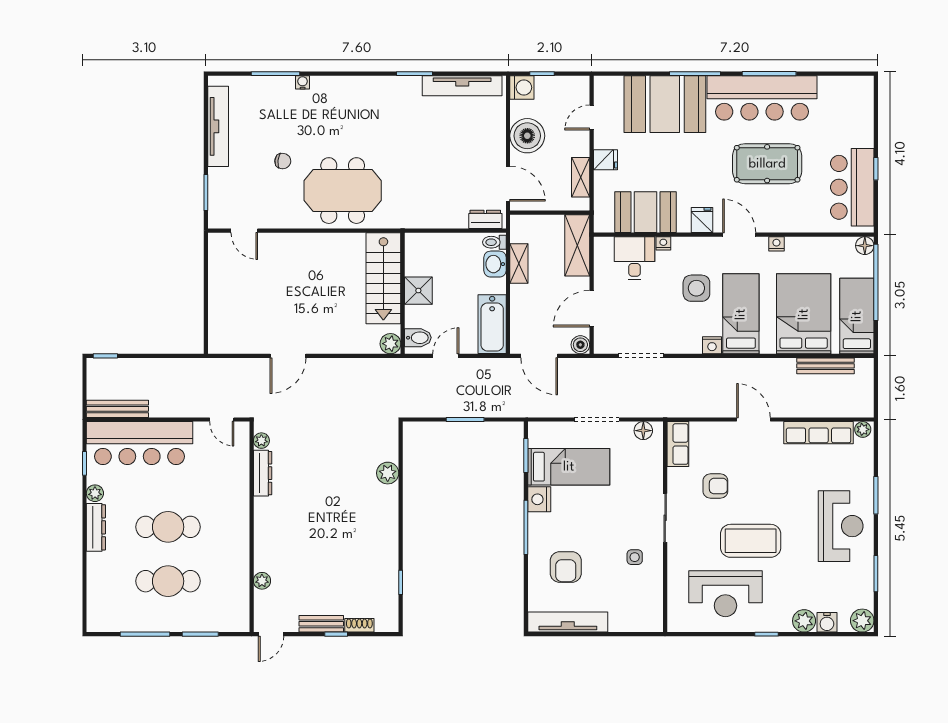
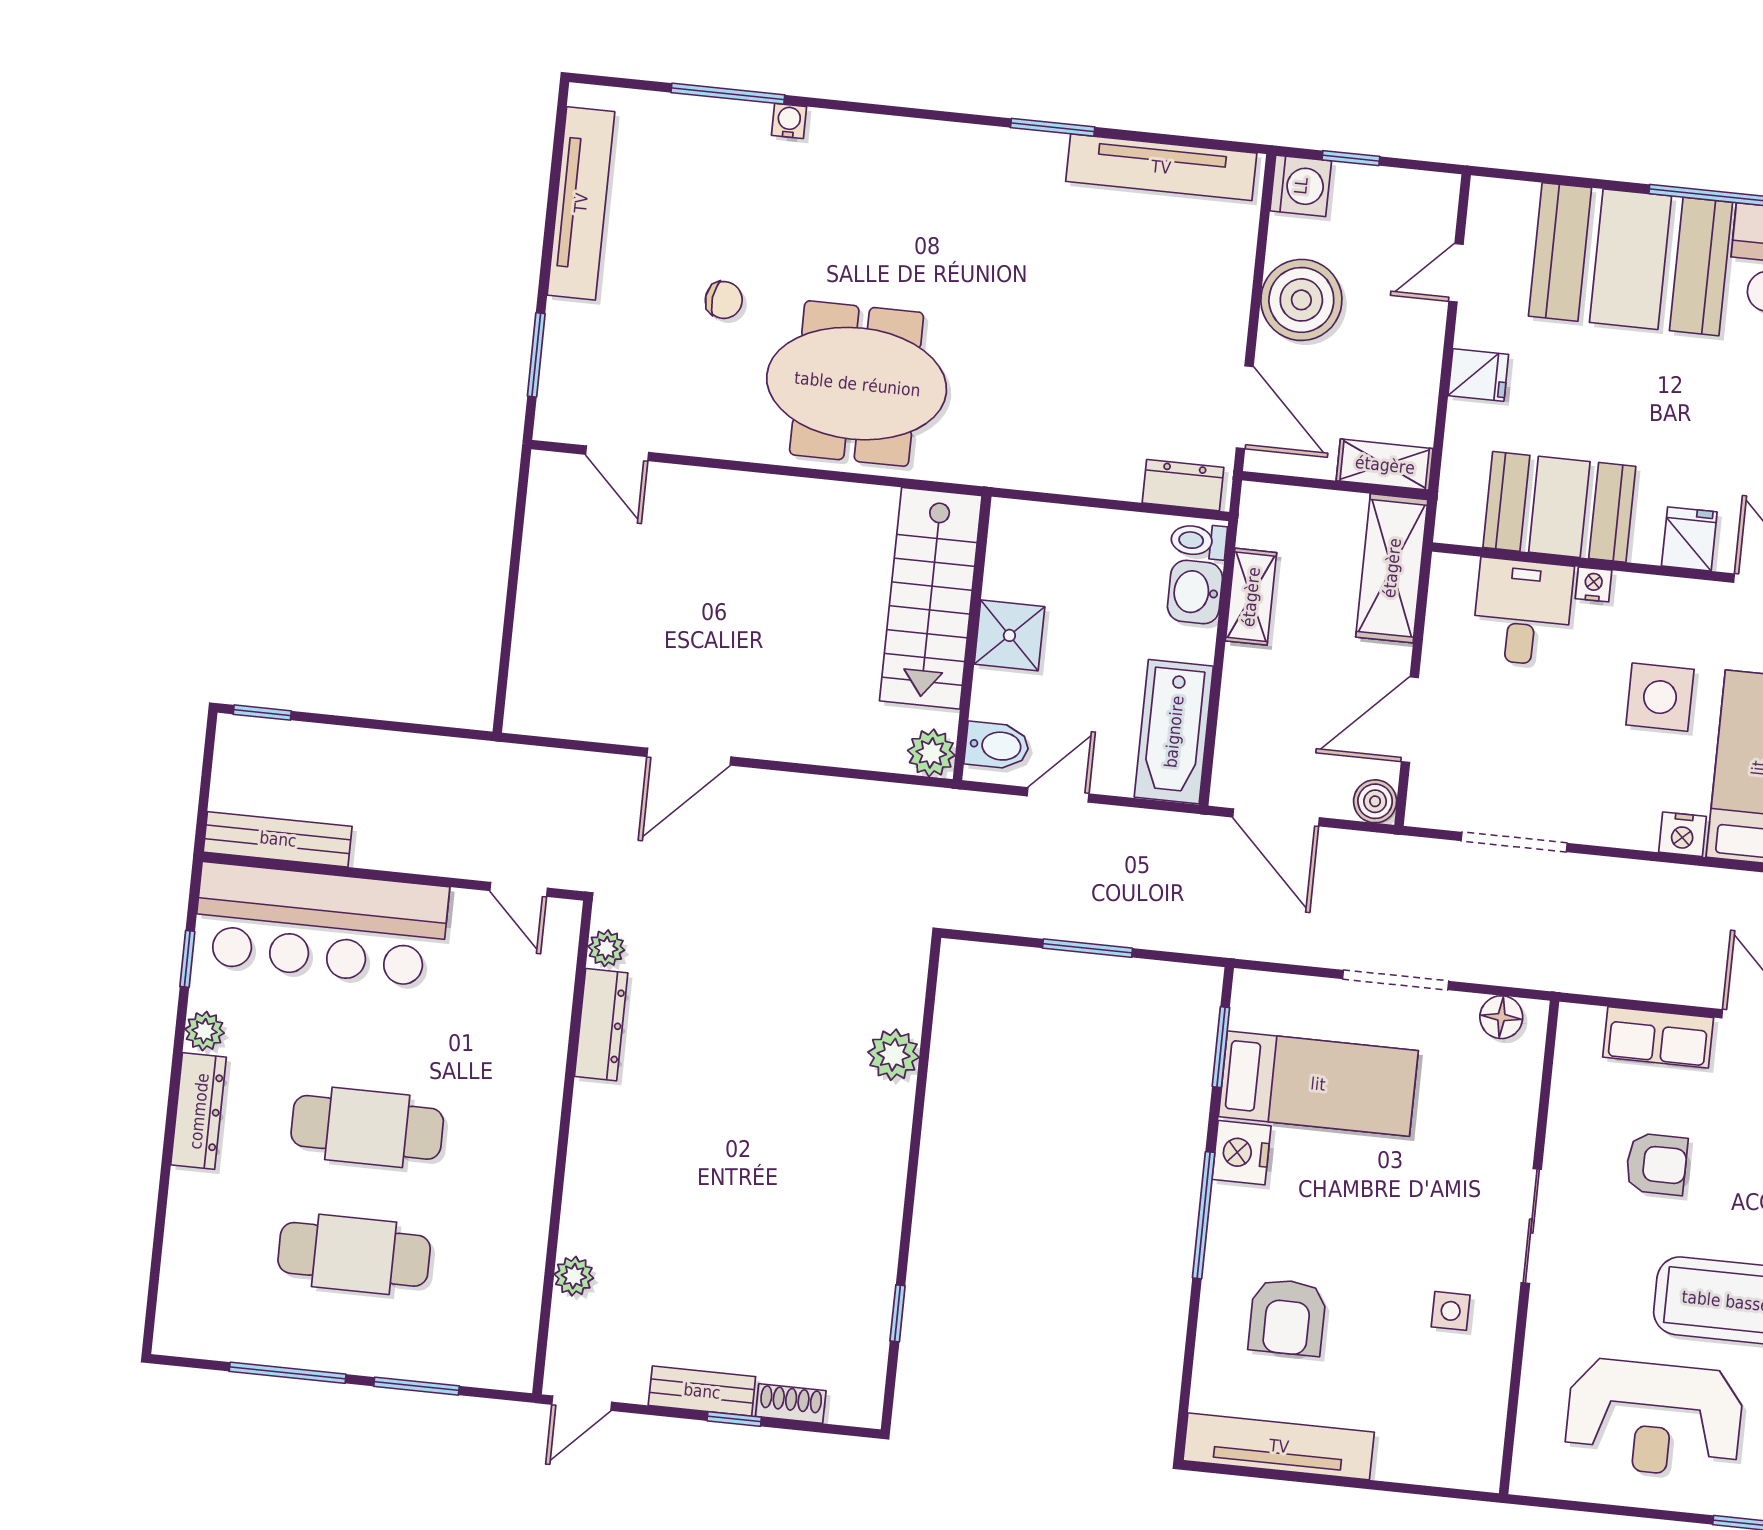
shelving: (581, 177) -> (1385, 465), moved, turned 90
row of seats: (678, 444) -> (1658, 1037), moved, turned 90

